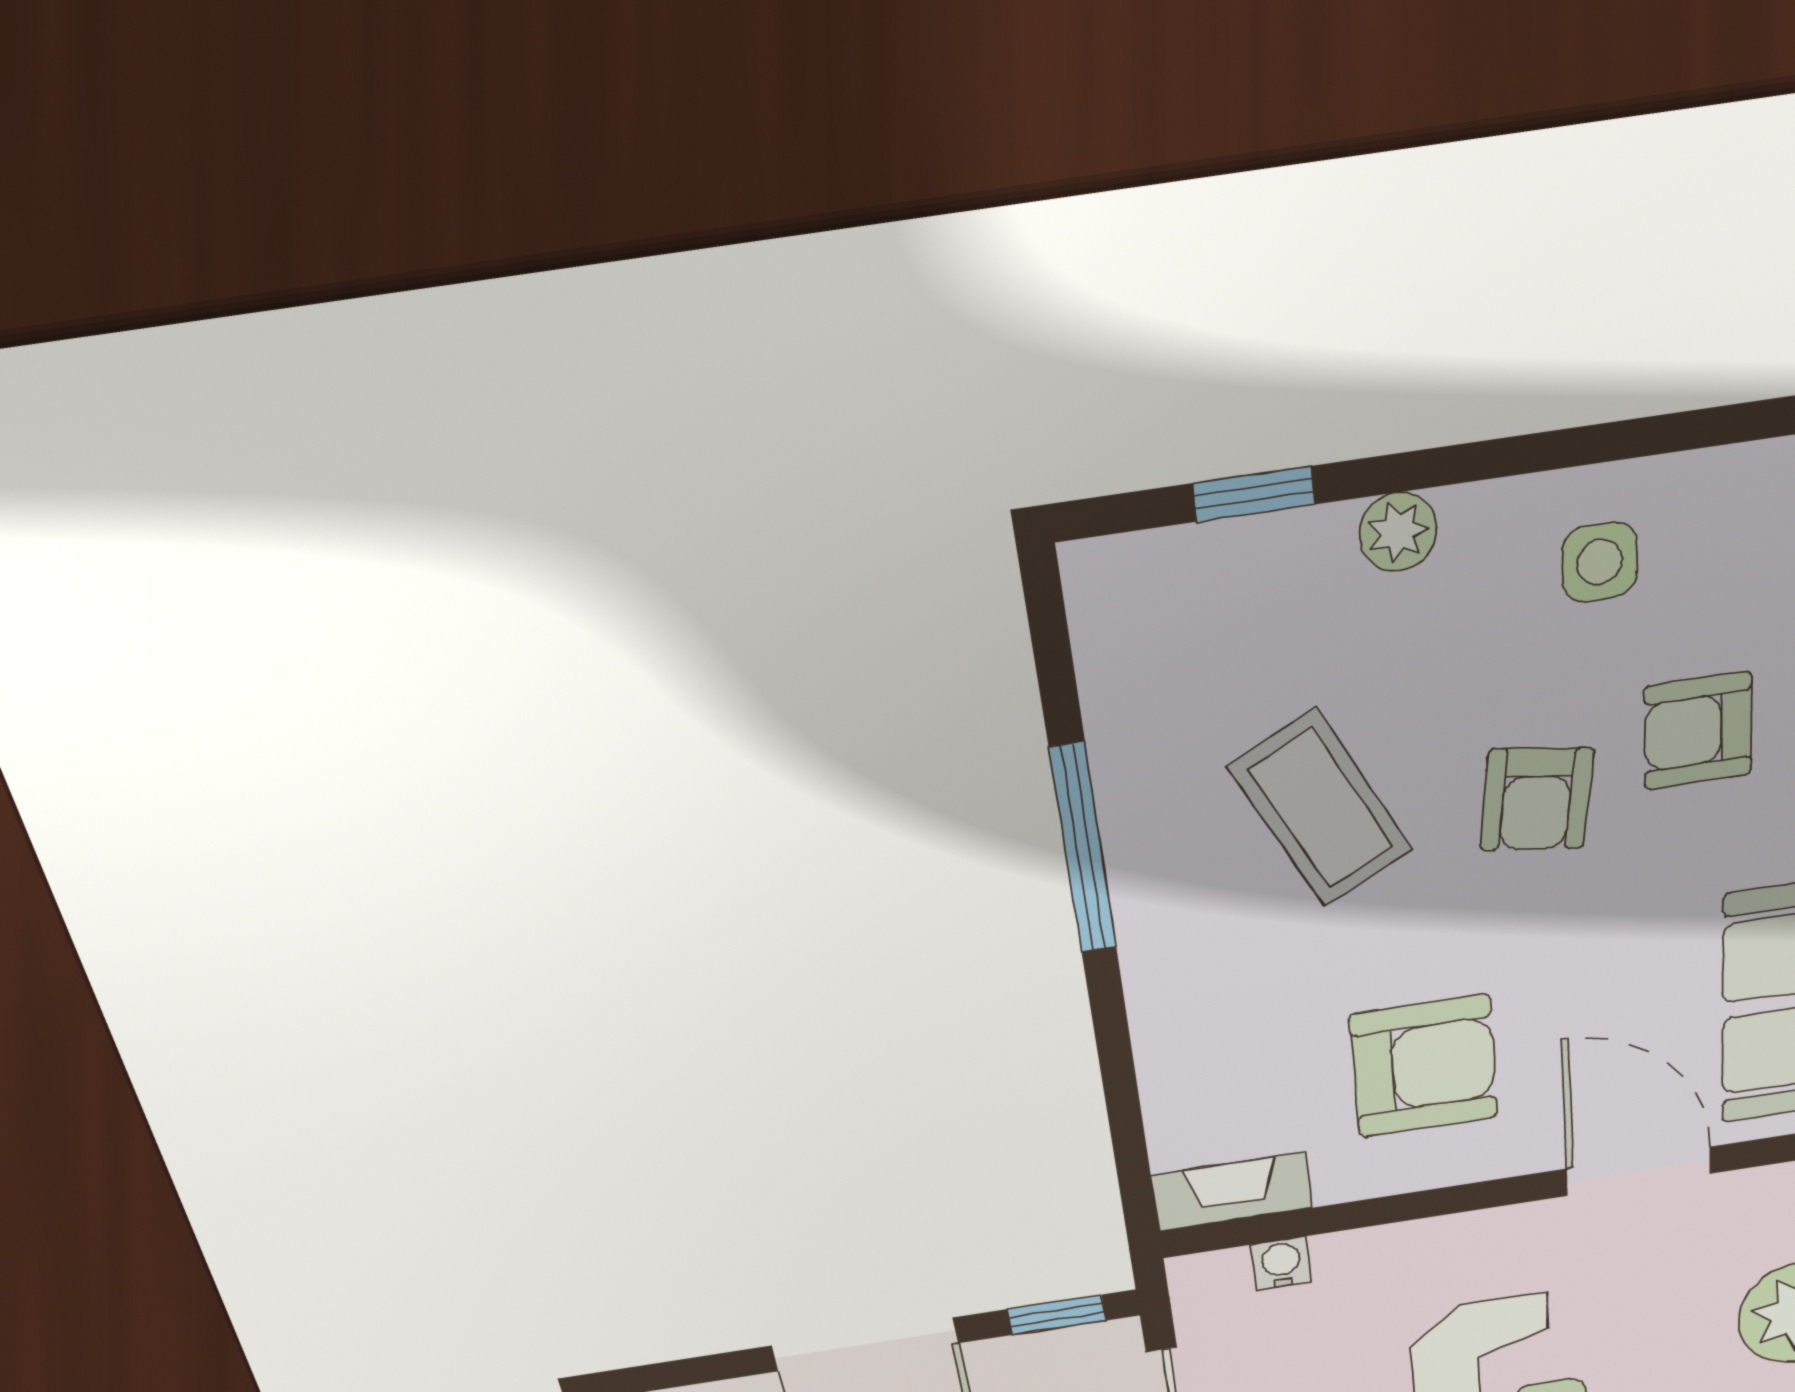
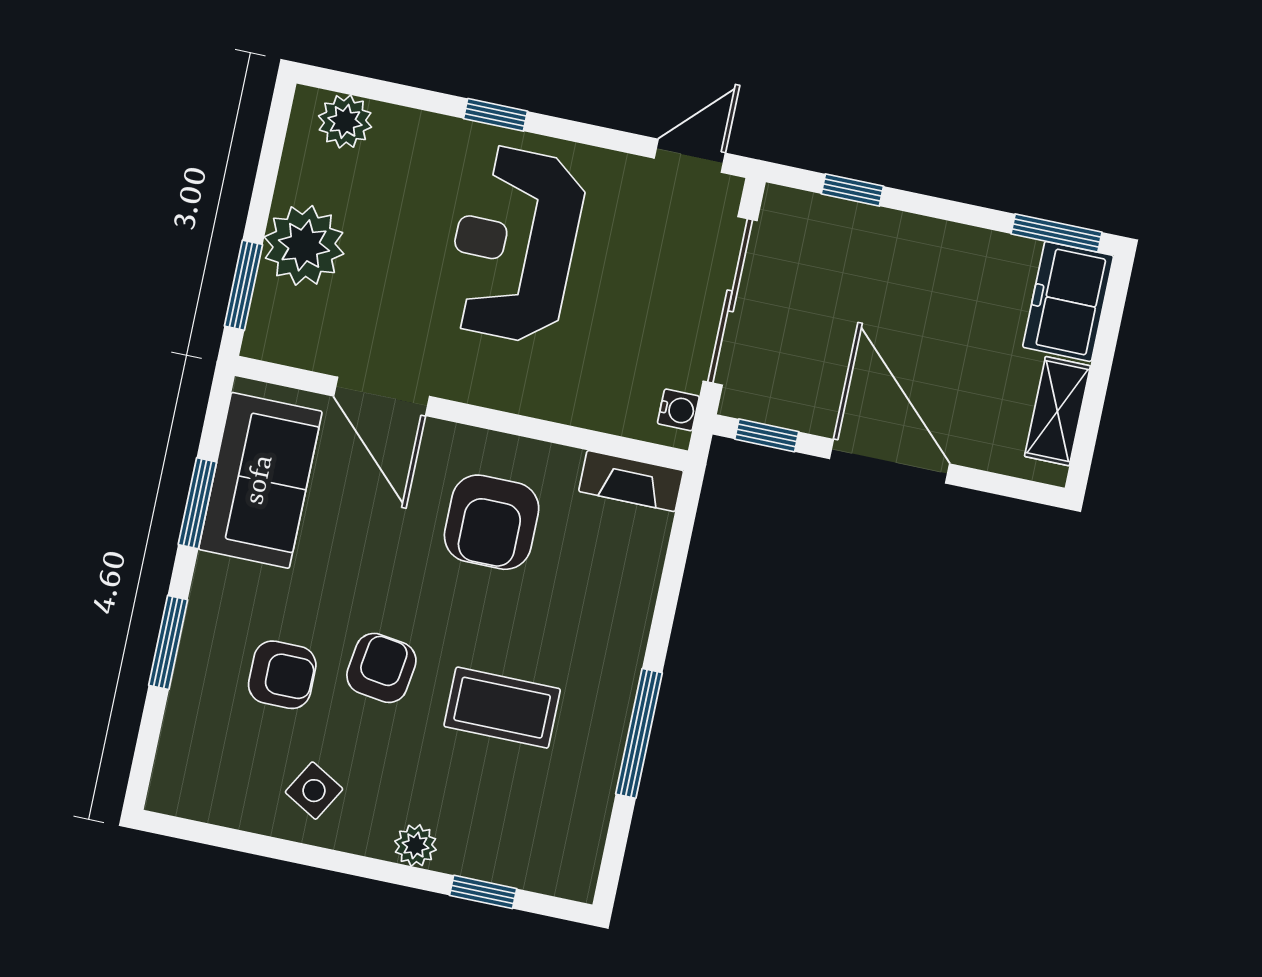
side table: (1599, 562) -> (314, 791), turned 30
coffee table: (1321, 809) -> (502, 708), turned -63
armchair: (1424, 1067) -> (492, 522), turned -90
water cooler: (1281, 1263) -> (678, 410), moved, turned -90

